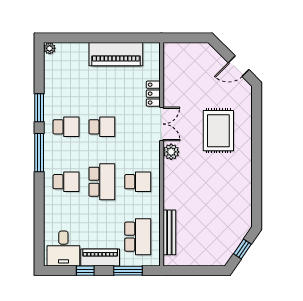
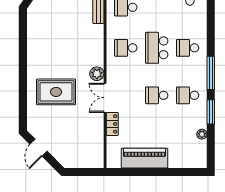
plant: (50, 48) -> (202, 134), moved
door: (239, 66) -> (39, 148), swing flipped
rug: (218, 131) -> (56, 92), turned 90

